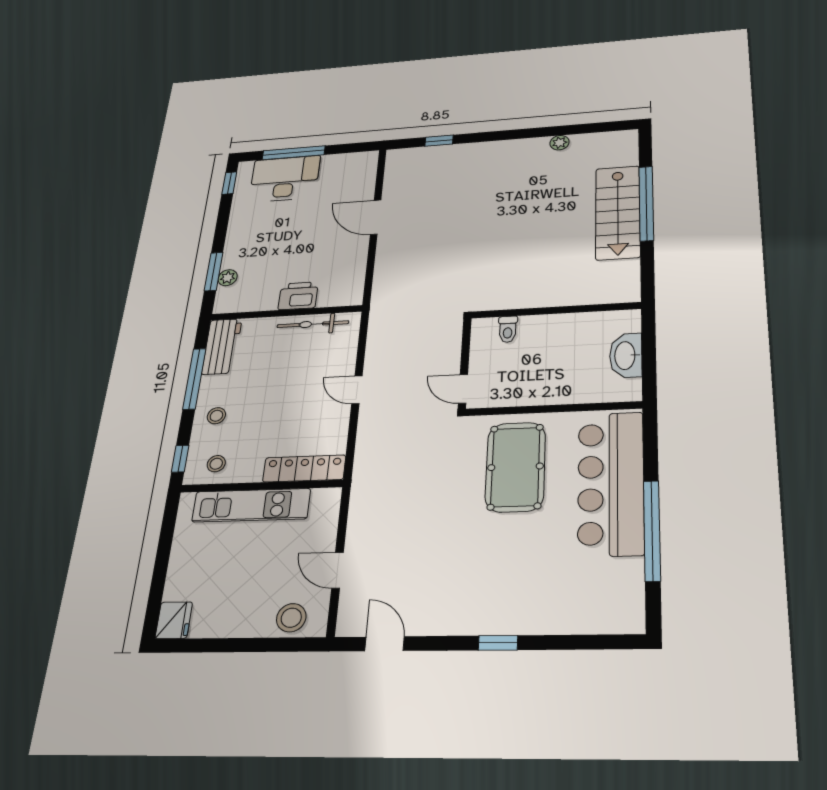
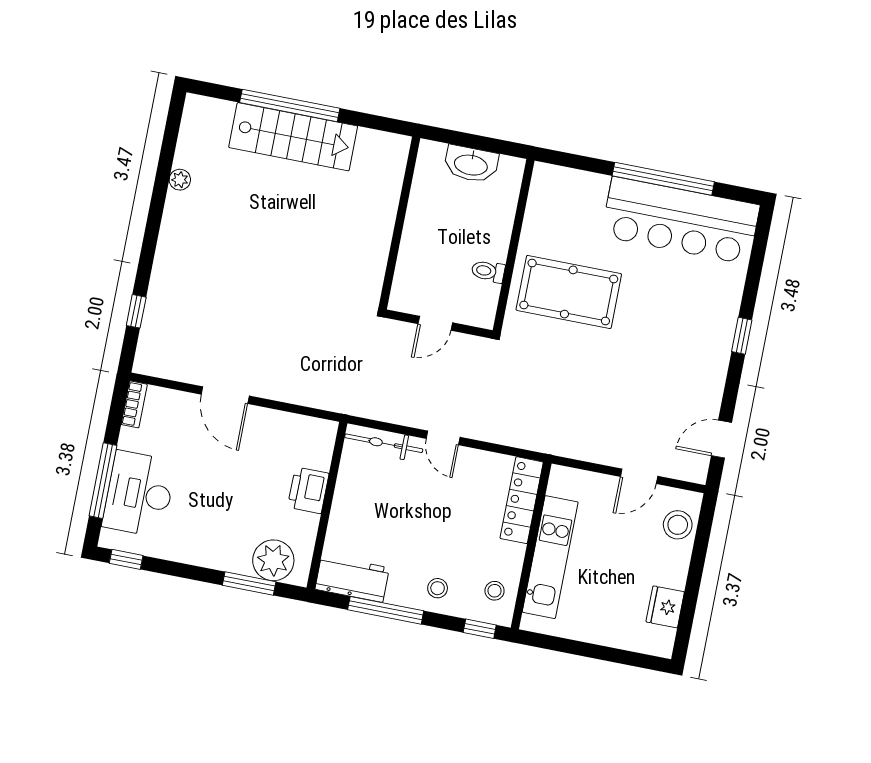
bookcase: (360, 158) -> (134, 404), added
door: (376, 217) -> (225, 395), hinge flipped
plant: (228, 278) -> (273, 560), width x1.87, depth x1.87
bicycle: (313, 324) -> (384, 443), moved, turned 90
toilet: (508, 329) -> (488, 271), moved, turned 180
door: (463, 389) -> (435, 323), moved
door: (357, 390) -> (443, 438), hinge flipped
bar counter: (611, 483) -> (680, 220), moved
fridge: (174, 620) -> (665, 607), moved, turned -90

